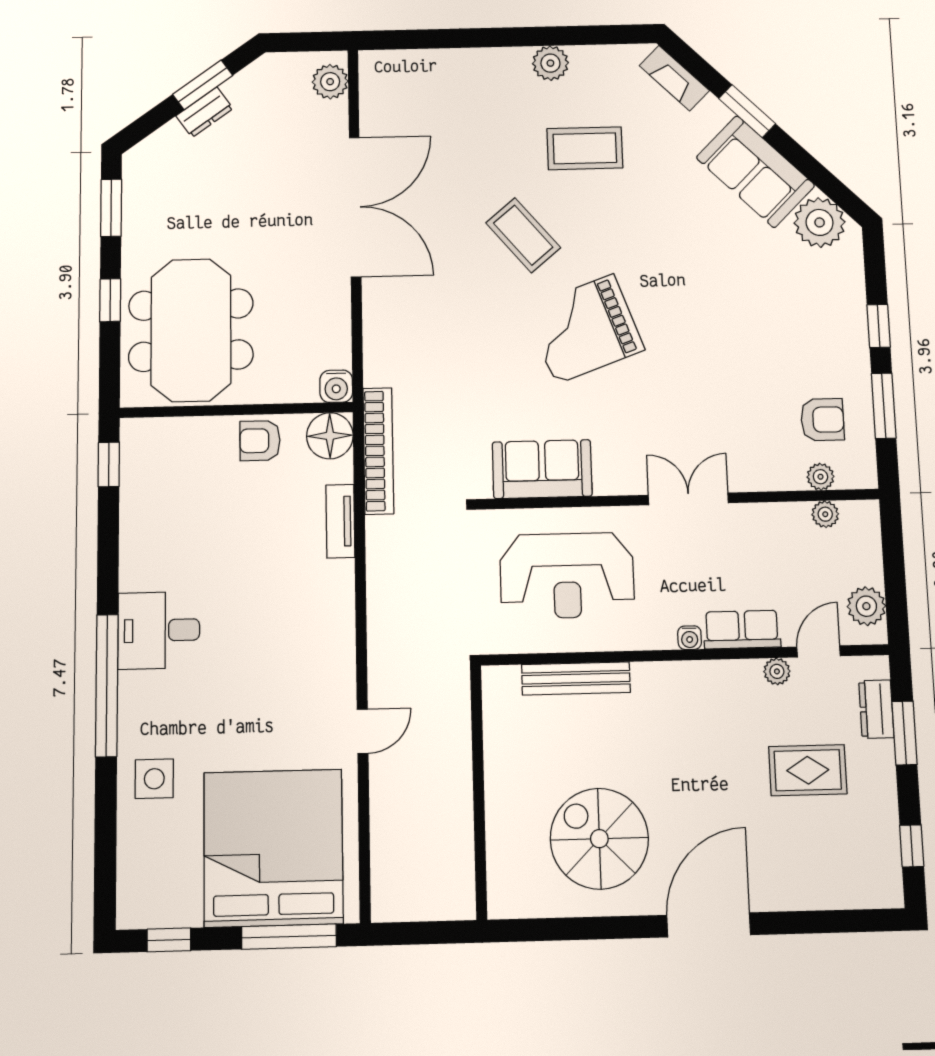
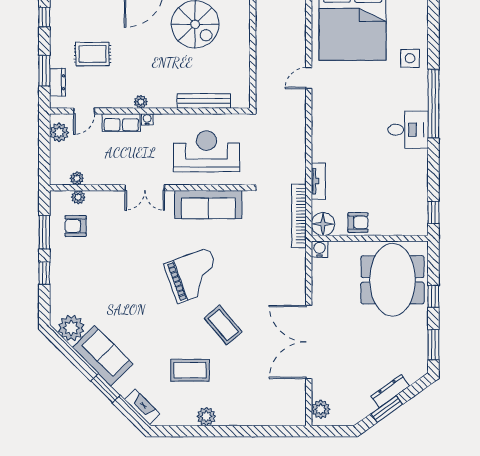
dresser: (205, 112) -> (390, 391), width x1.44
sofa: (542, 469) -> (208, 205), width x1.36
plant: (777, 671) -> (141, 102), moved

